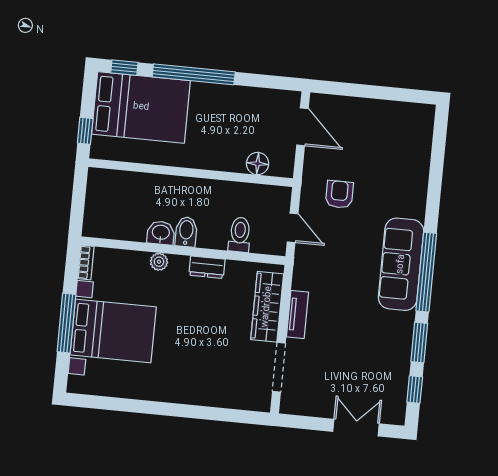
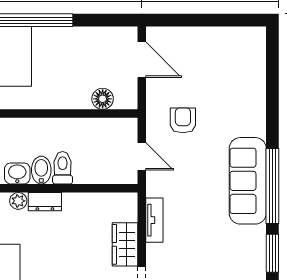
toilet: (240, 235) -> (63, 168), moved
dresser: (207, 267) -> (45, 202), moved
wardrobe: (267, 307) -> (125, 244), width x0.67
tv unit: (297, 314) -> (154, 220), moved

